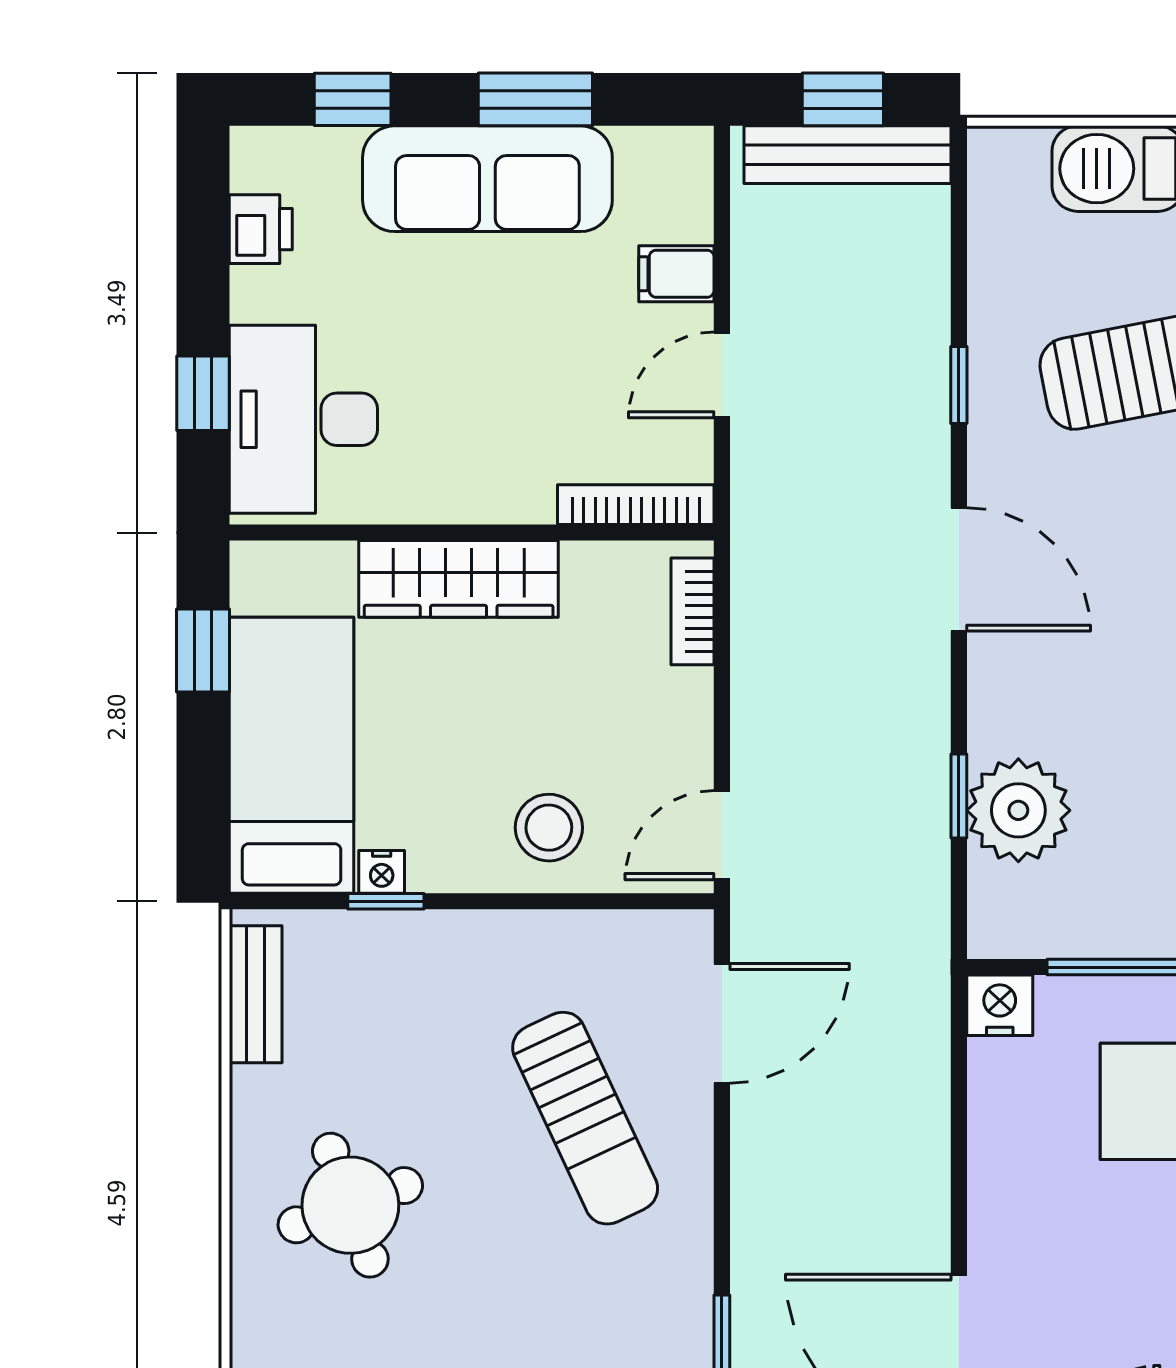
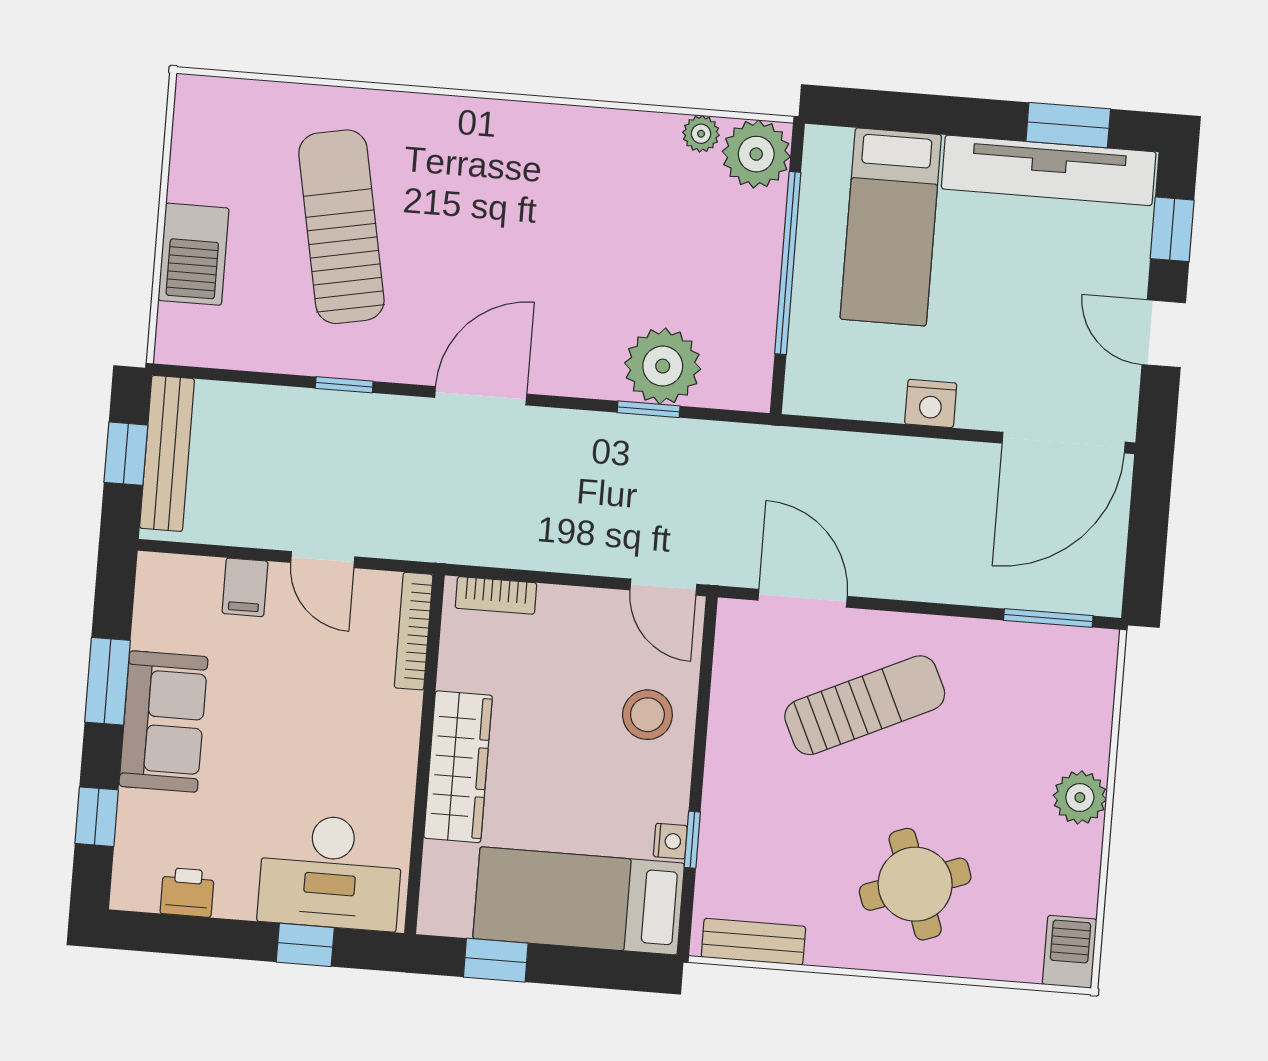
sofa: (487, 179) -> (163, 722), width x0.73
nightstand: (1000, 1005) -> (931, 403), moved, turned -90

